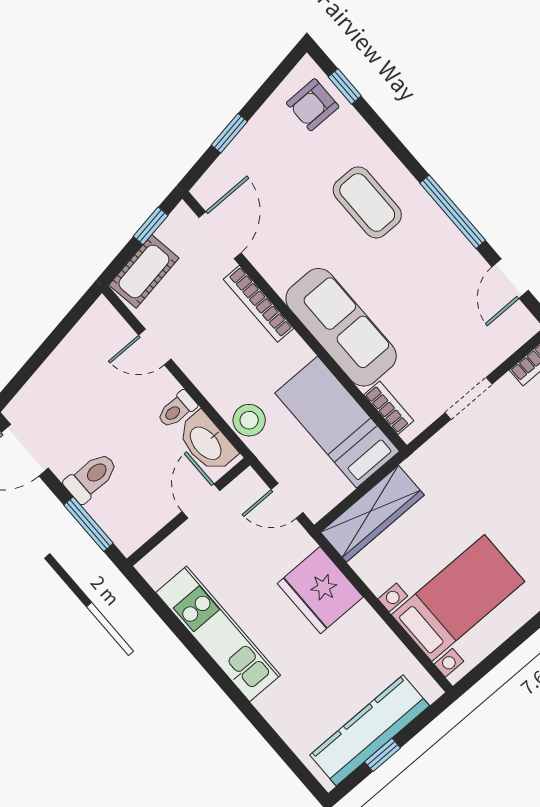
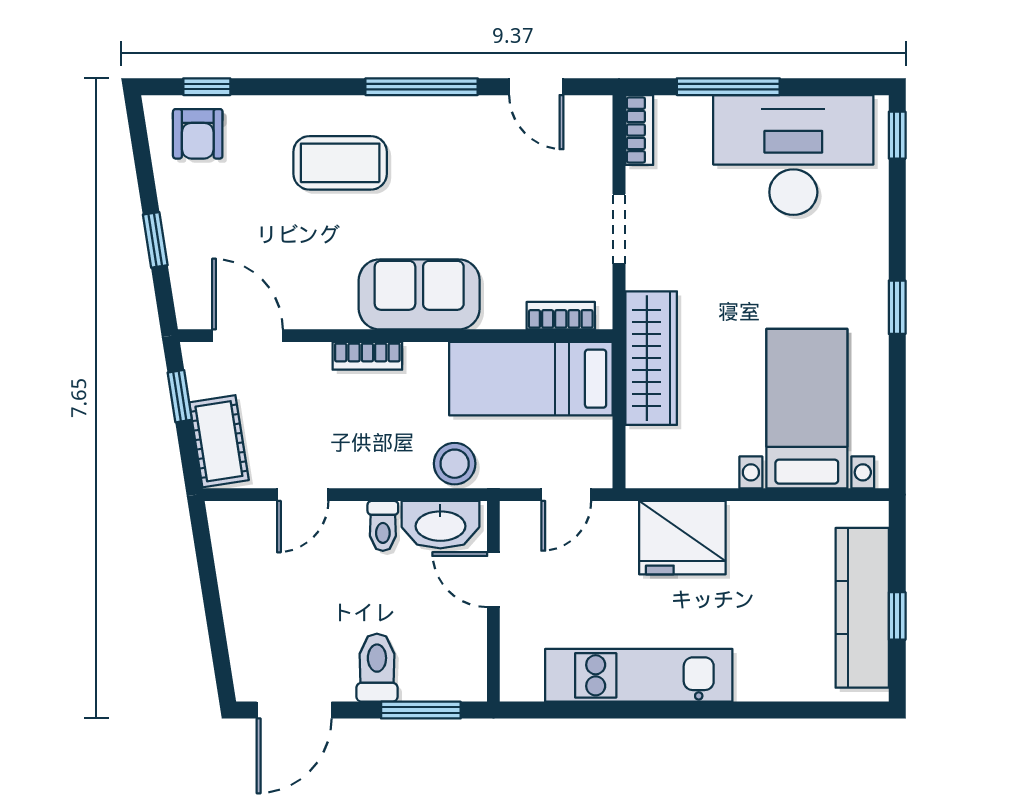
bookcase: (258, 304) -> (367, 356), width x0.64
sofa: (341, 327) -> (419, 294), width x0.73
wardrobe: (372, 514) -> (651, 358), moved

